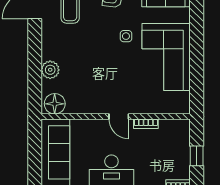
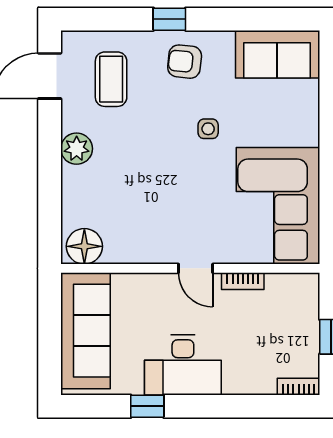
corner sofa: (166, 57) -> (278, 206), moved
plant: (50, 70) -> (77, 149), moved

